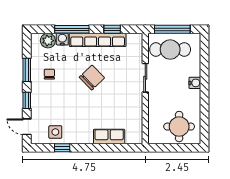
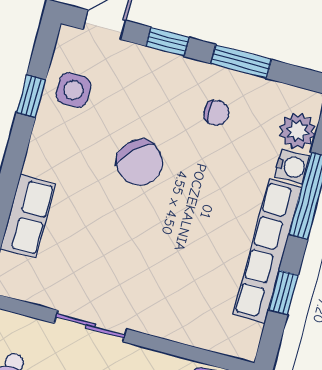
chair: (92, 78) -> (140, 163), moved
sliding door: (145, 78) -> (90, 326), moved

